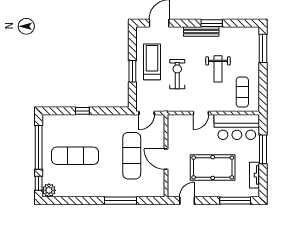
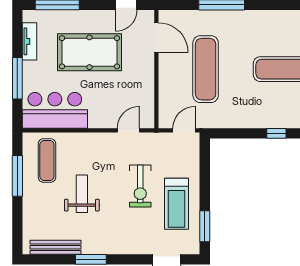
bench: (201, 32) -> (55, 247), moved
window: (263, 48) -> (17, 176), moved
window: (132, 71) -> (205, 226), moved
door: (201, 113) -> (128, 130), moved
door: (166, 159) -> (156, 38), moved

